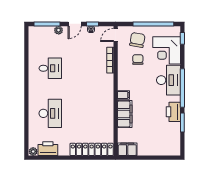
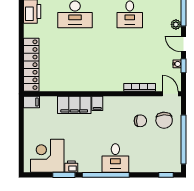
chair: (137, 40) -> (164, 120), turned 77
corner desk: (167, 50) -> (47, 156), moved
desk: (169, 80) -> (115, 158), width x0.73
printer: (173, 112) -> (71, 167), width x0.53, depth x0.68
filing cabinet: (127, 149) -> (31, 102), width x0.50

